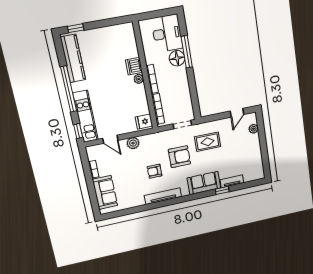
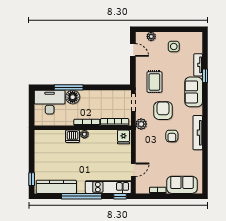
plant: (133, 143) -> (141, 124), moved
side table: (247, 153) -> (174, 46), added

